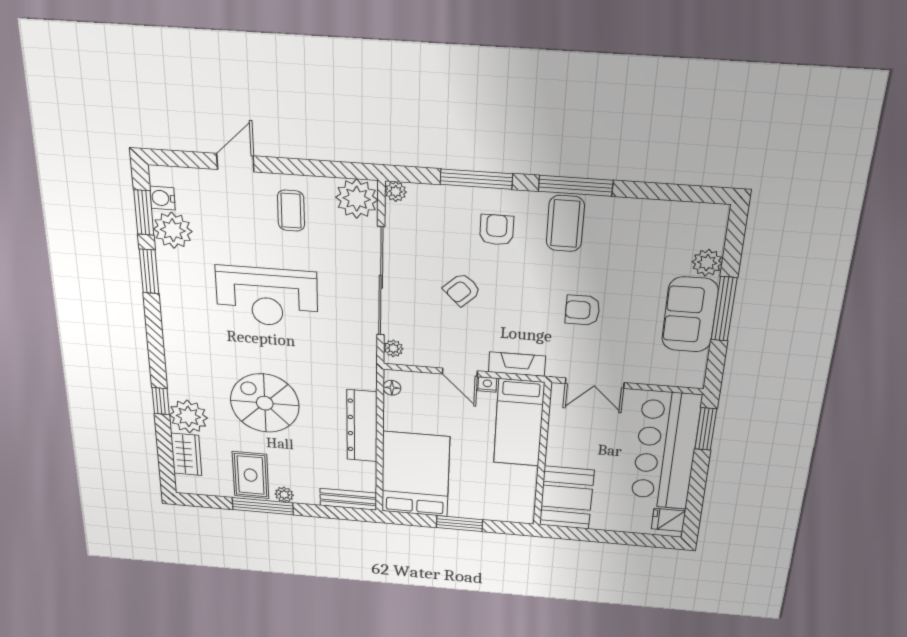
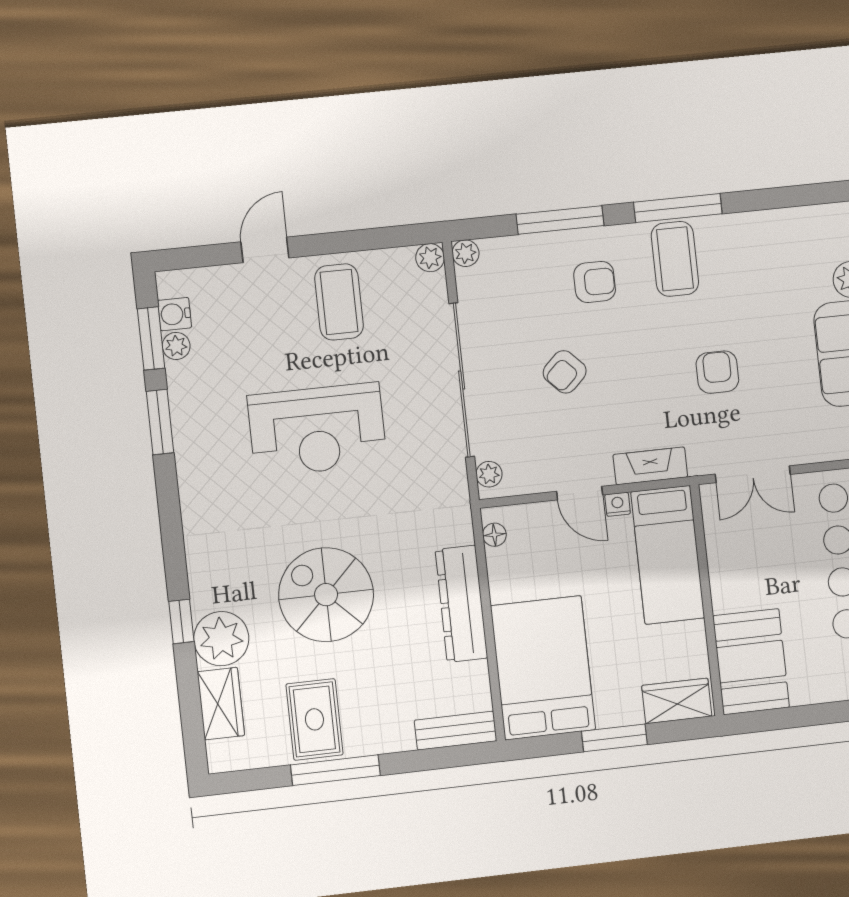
plant: (357, 199) -> (430, 258), width x0.53, depth x0.53
coffee table: (291, 211) -> (339, 302), width x1.36, depth x1.30
plant: (173, 230) -> (176, 346), width x0.53, depth x0.53
armchair: (497, 230) -> (595, 282), turned 90
armchair: (582, 310) -> (717, 372), turned 90
plant: (284, 495) -> (365, 743), removed
wardrobe: (508, 511) -> (677, 701), added

